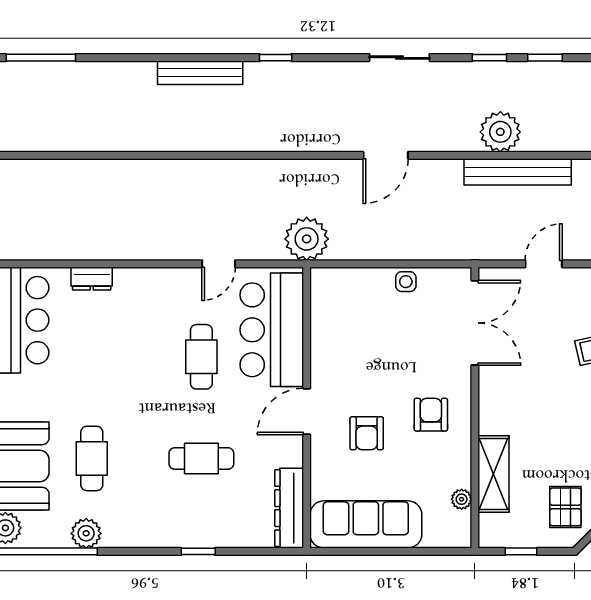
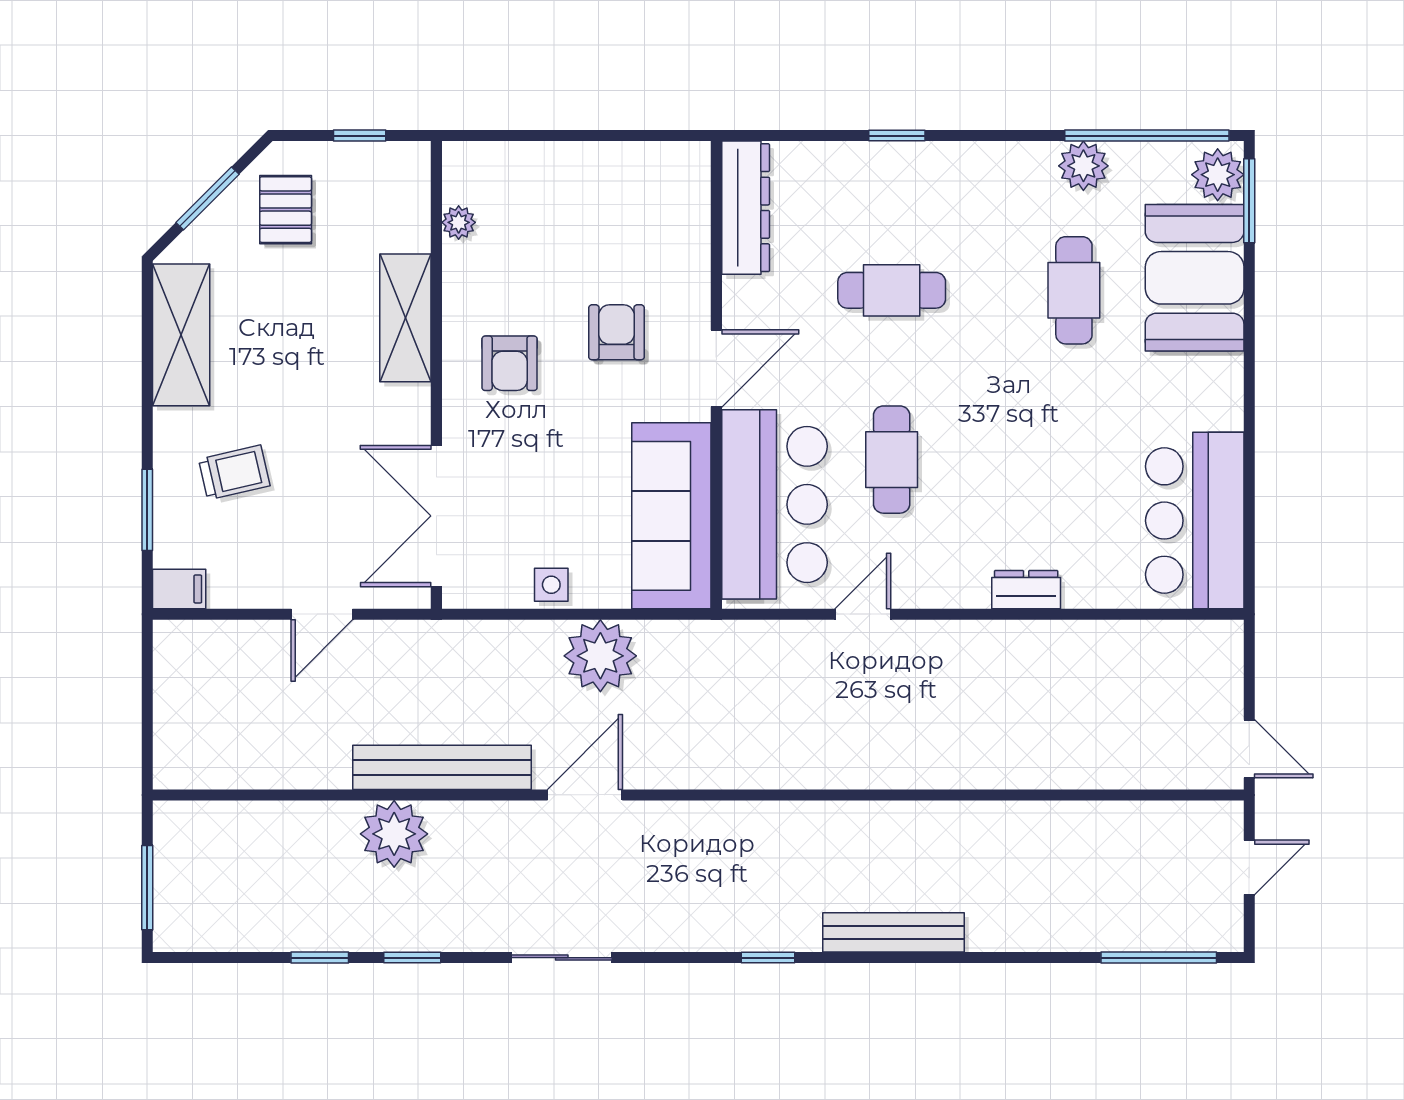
bench: (518, 172) -> (442, 767), moved
plant: (307, 239) -> (600, 656), moved
dresser: (92, 279) -> (1026, 590), moved
shelving: (494, 474) -> (405, 318), moved
sofa: (366, 524) -> (671, 516), moved, turned 90

